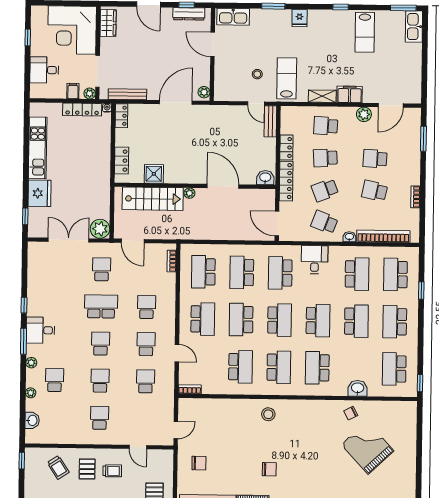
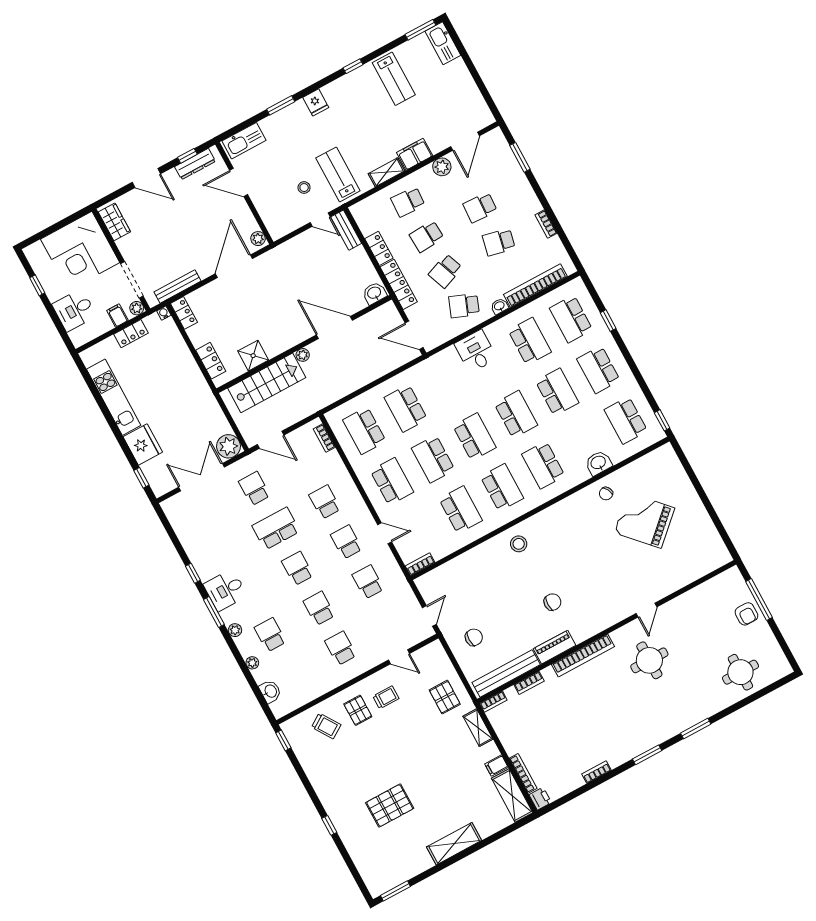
locker: (82, 109) -> (131, 334), width x0.66
school desk: (280, 273) -> (447, 386), removed

